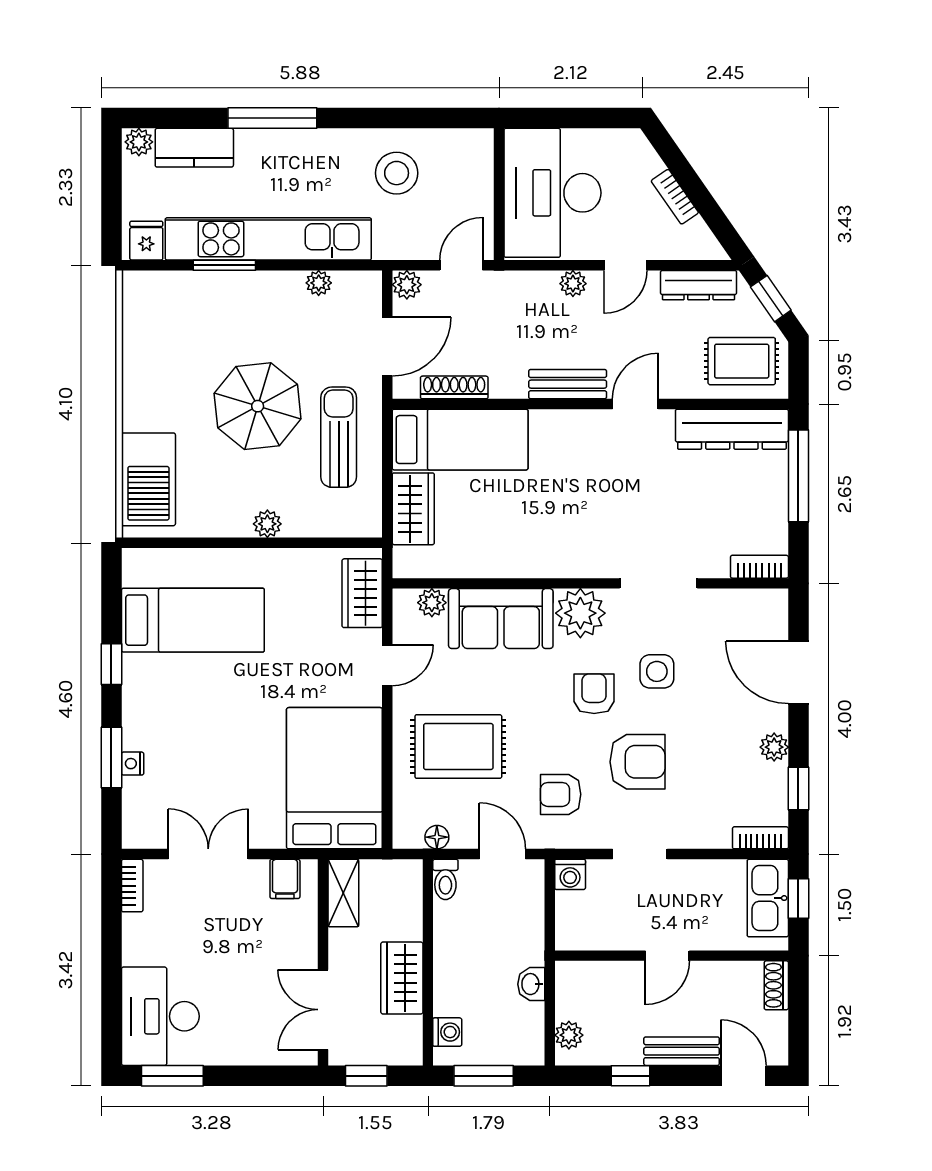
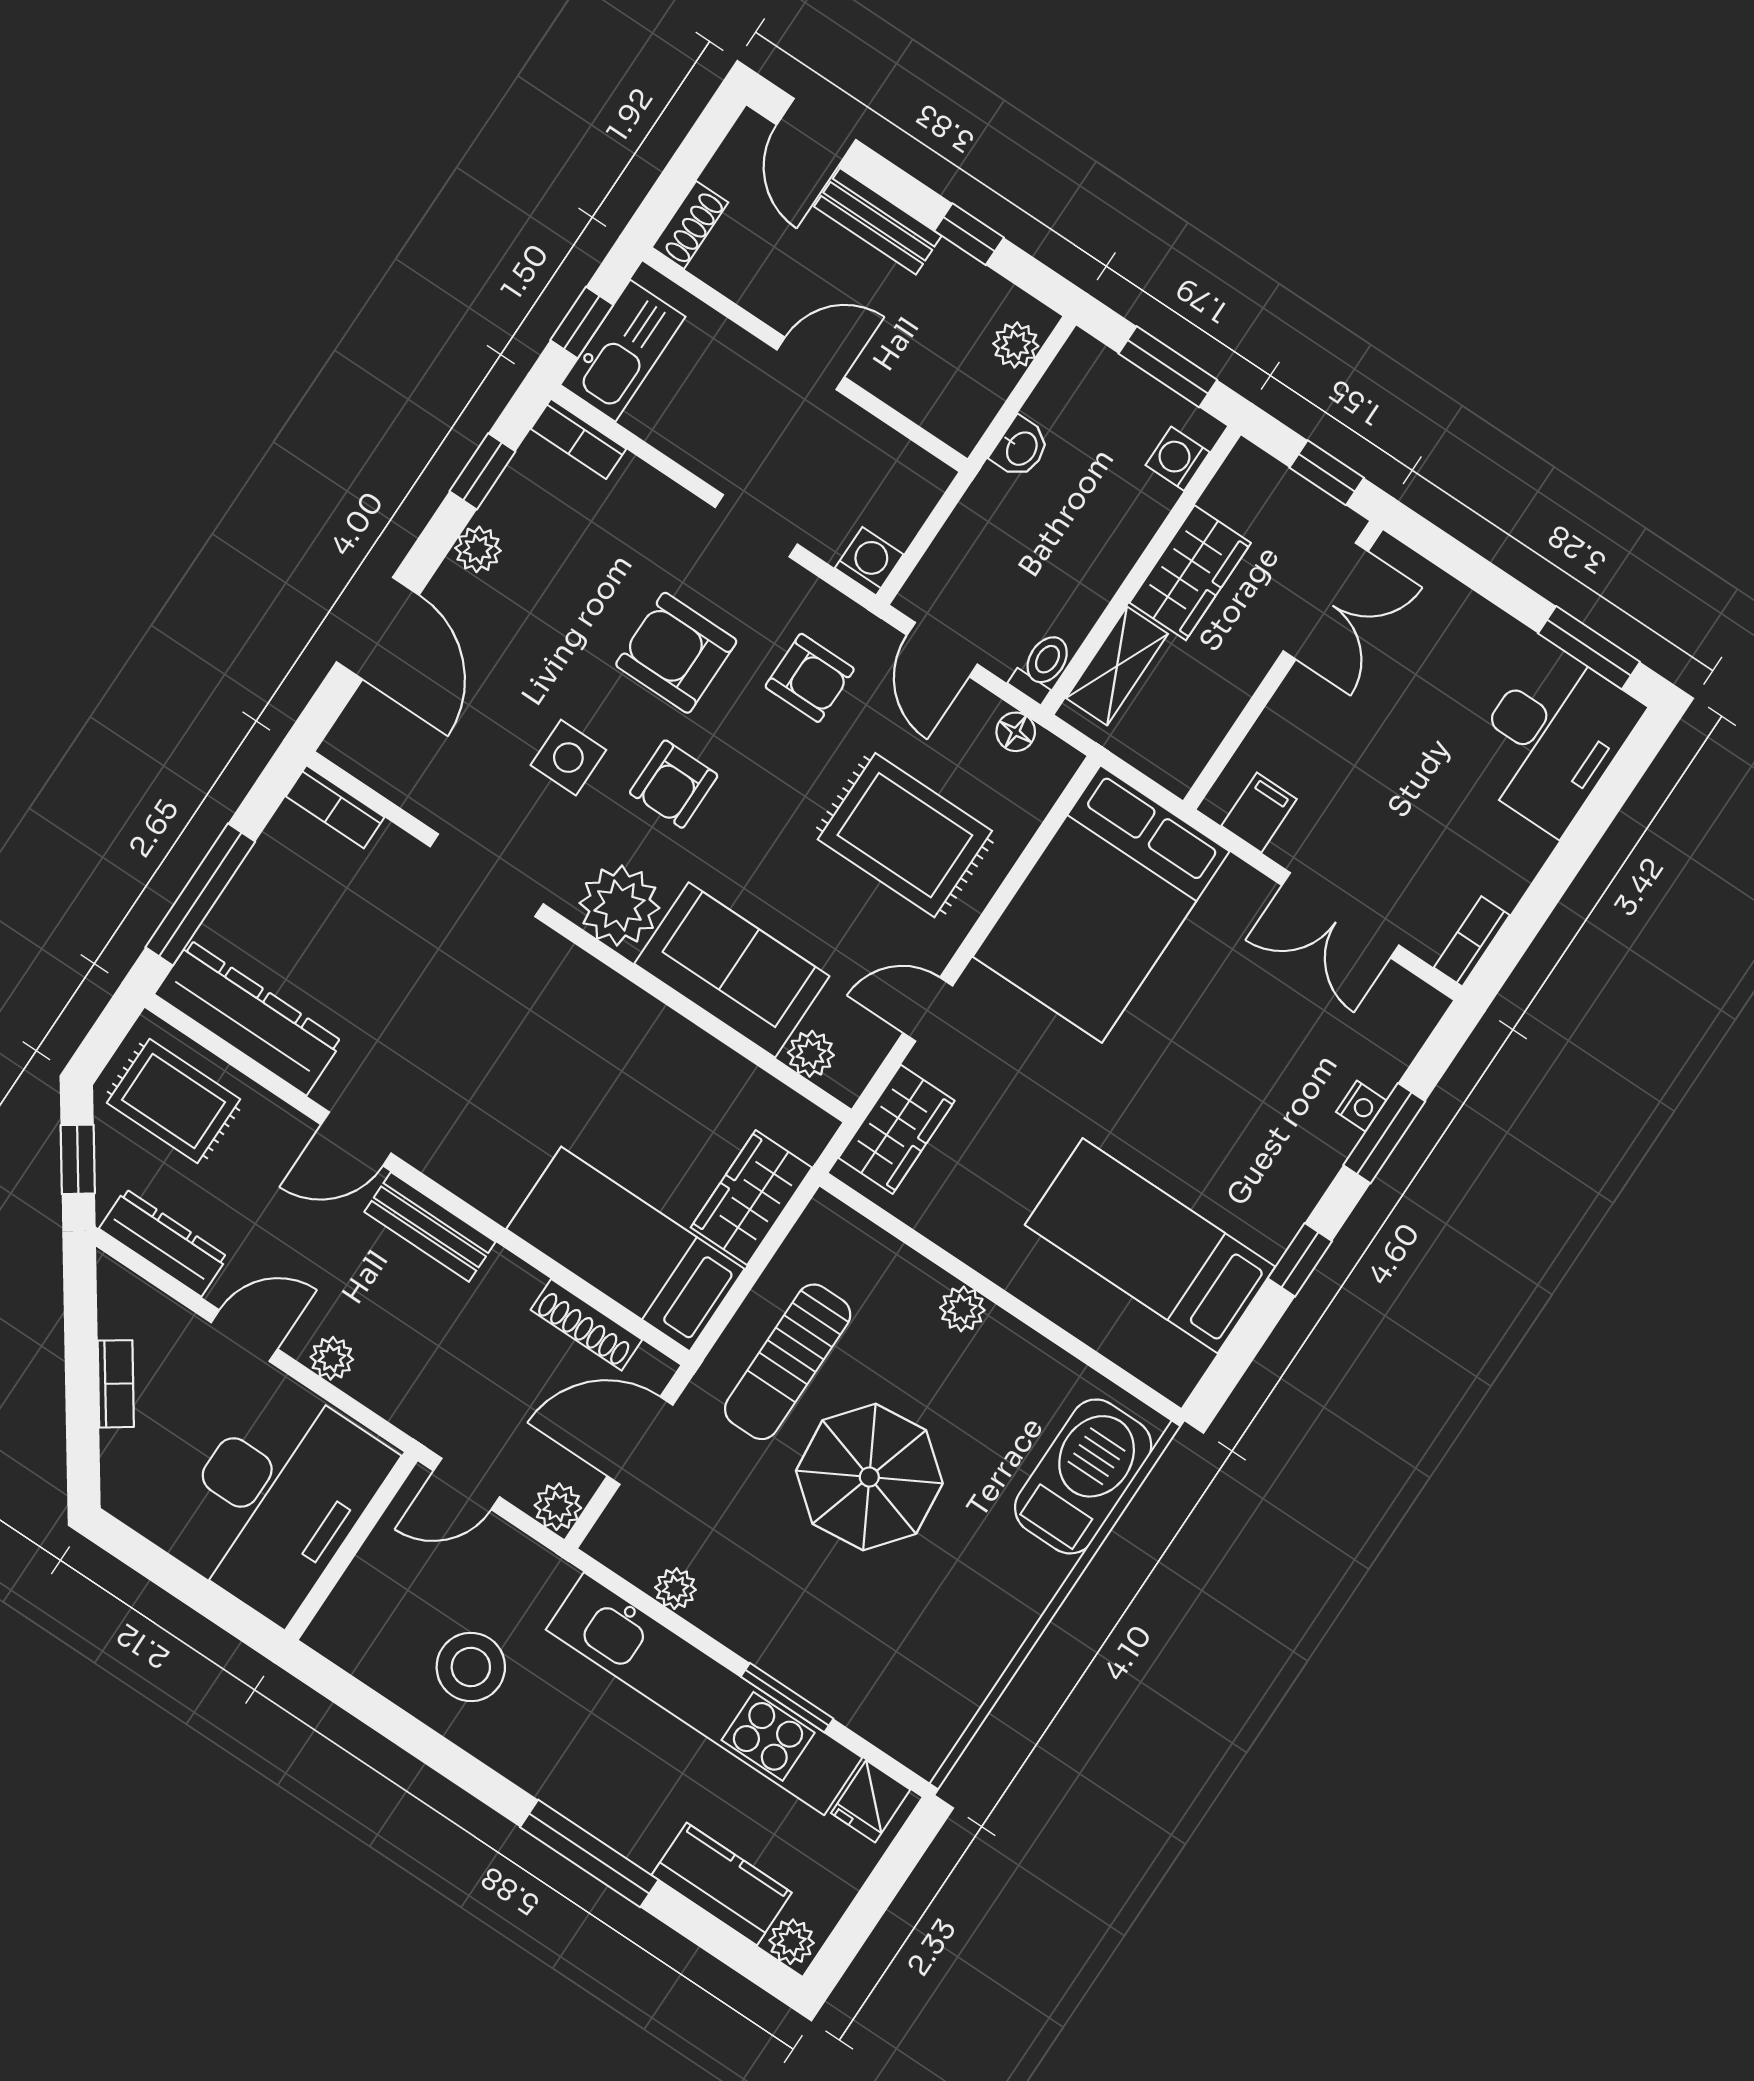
shelving: (343, 893) -> (1117, 666), moved

